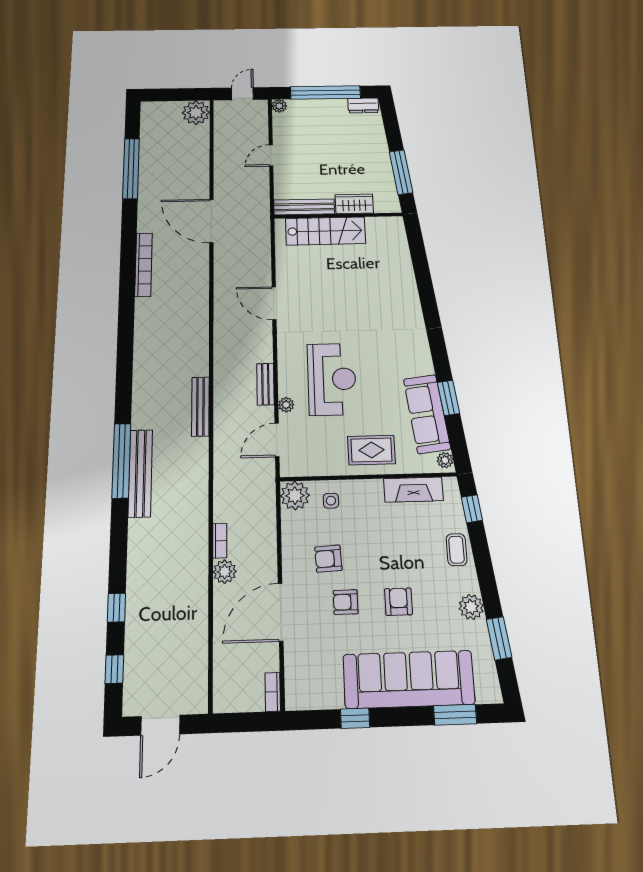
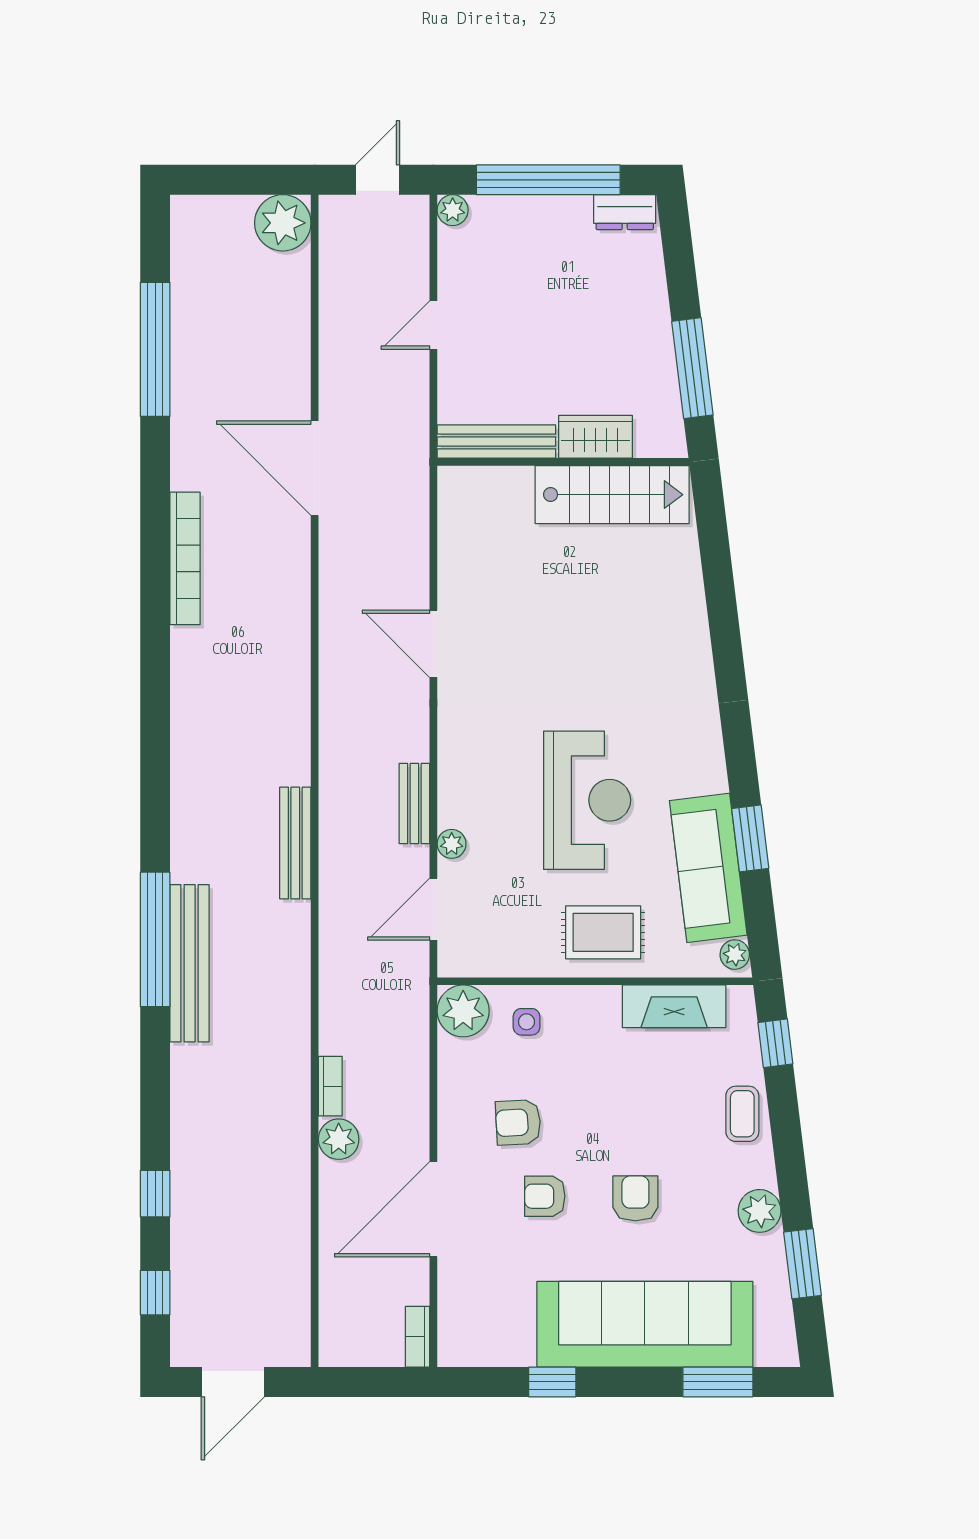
stairs: (325, 231) -> (612, 495), moved
reception desk: (332, 379) -> (587, 800), moved

